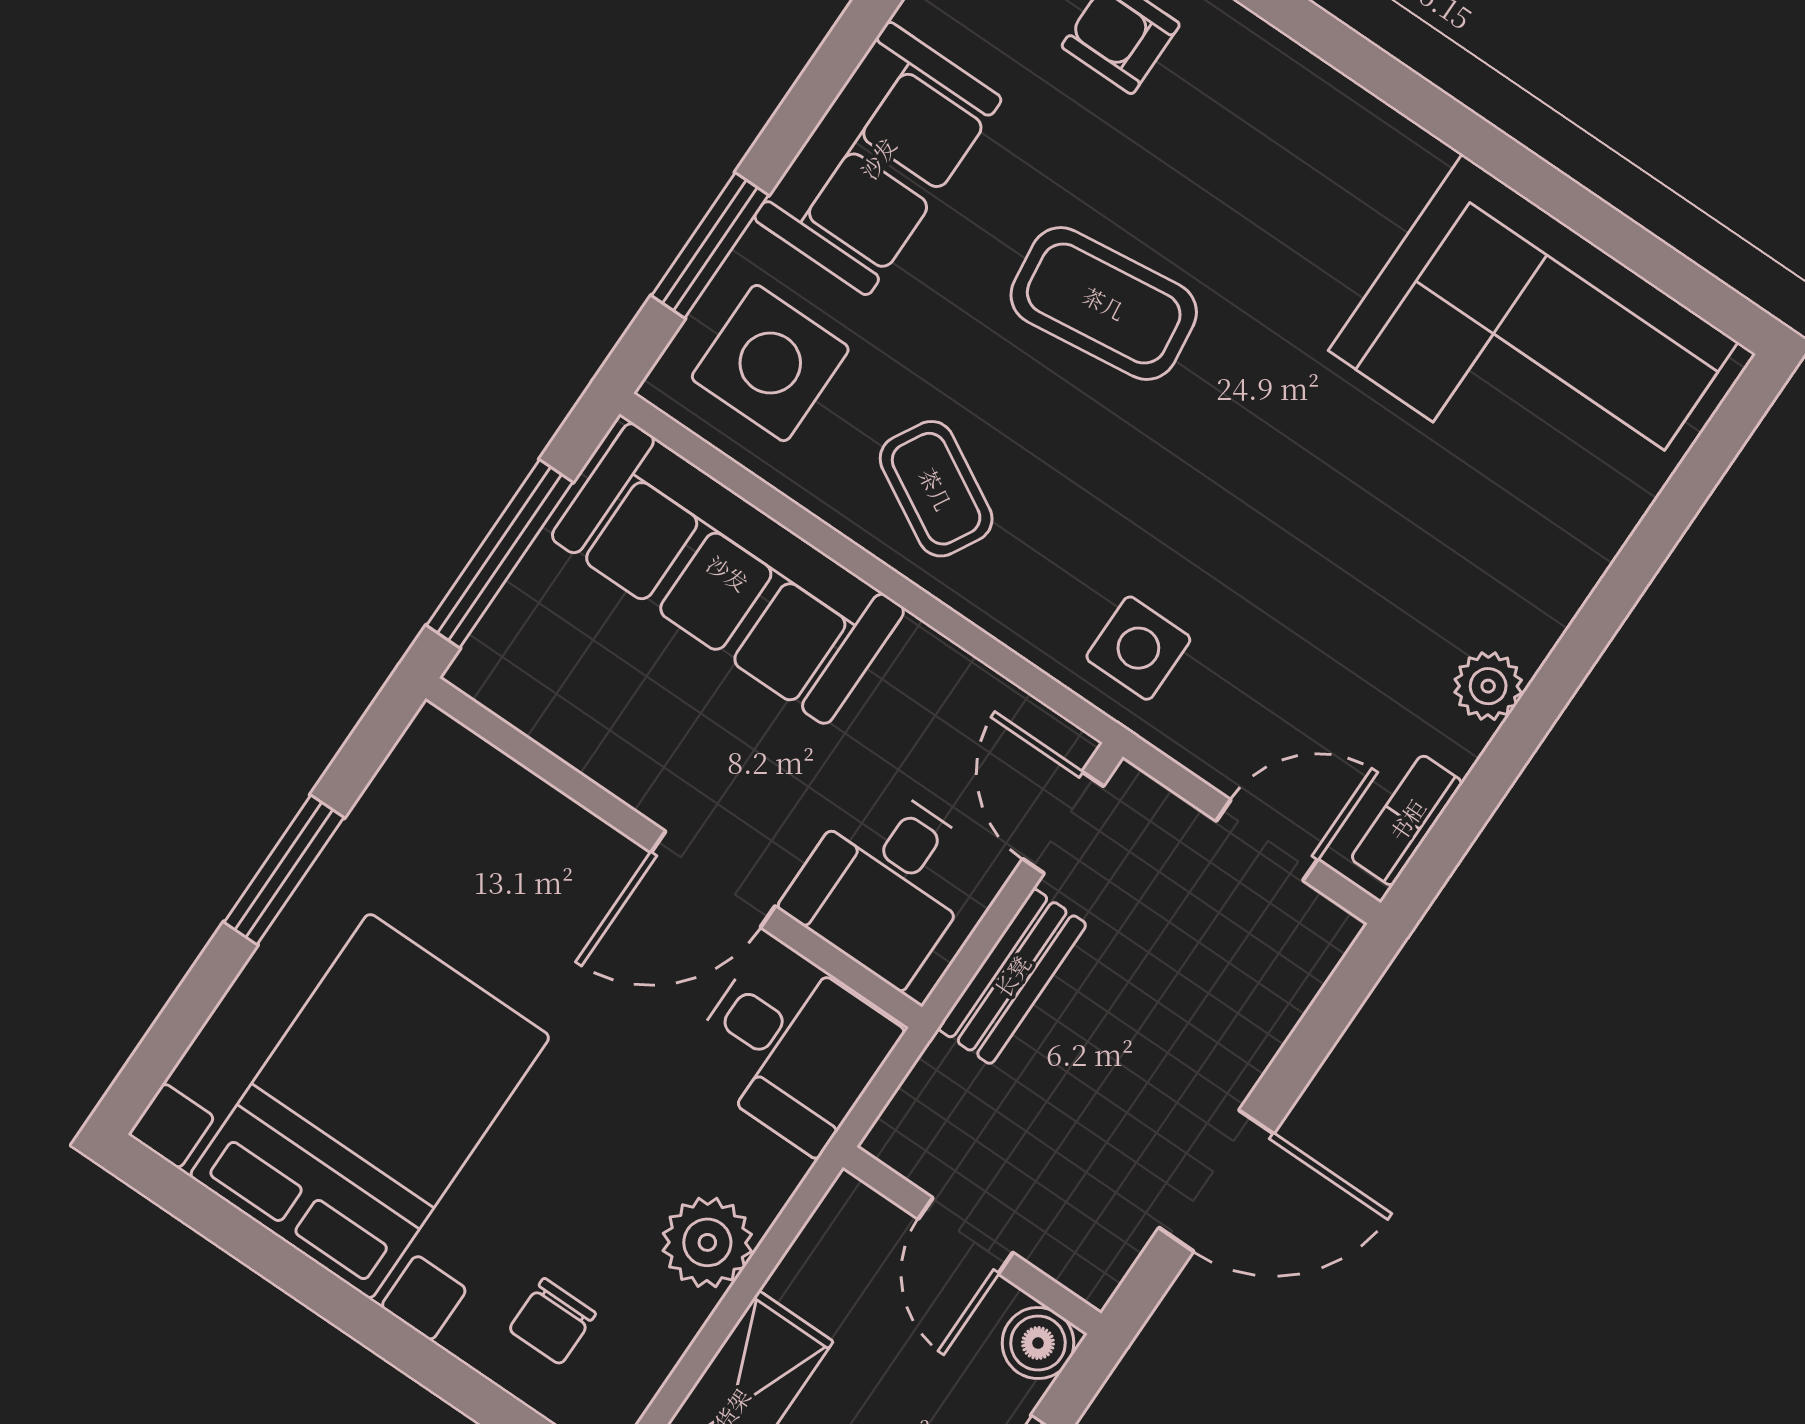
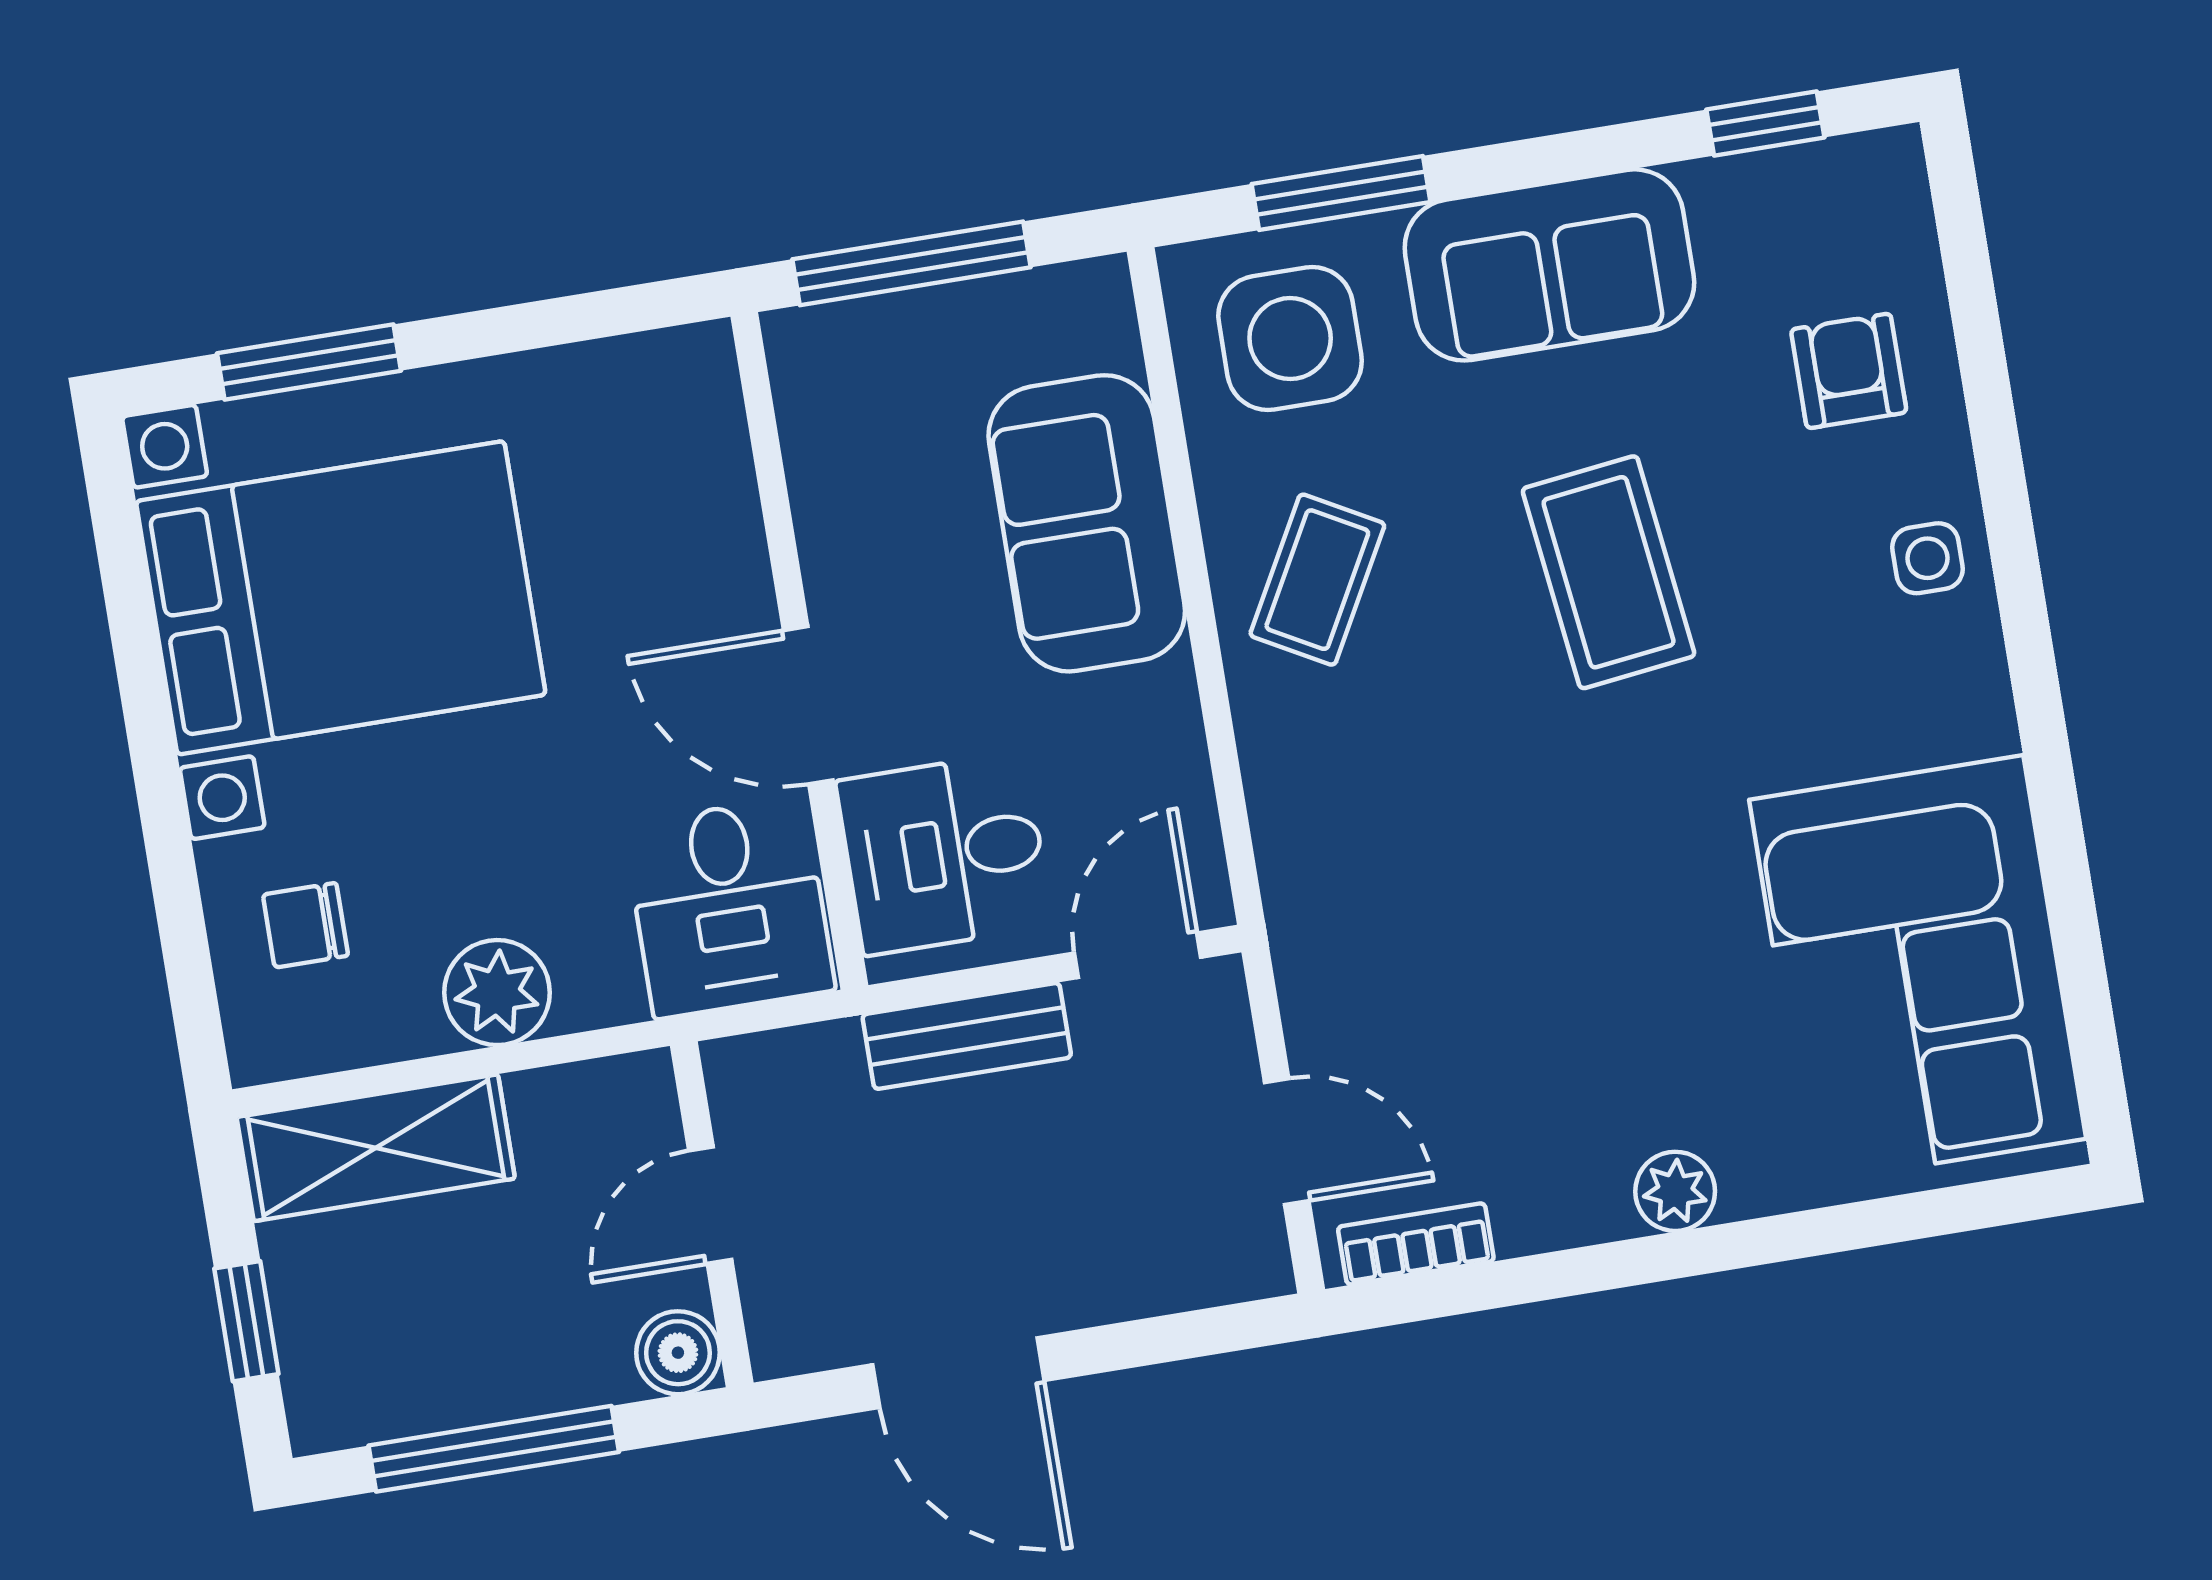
sofa: (728, 573) -> (1087, 523), width x0.73
side table: (1138, 648) -> (1927, 558), moved, width x0.73, depth x0.73
plant: (1488, 686) -> (1675, 1191), moved
window: (284, 870) -> (309, 362), moved

